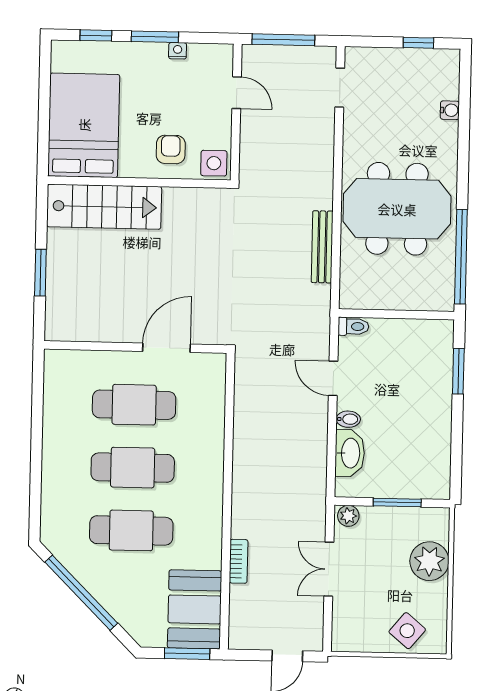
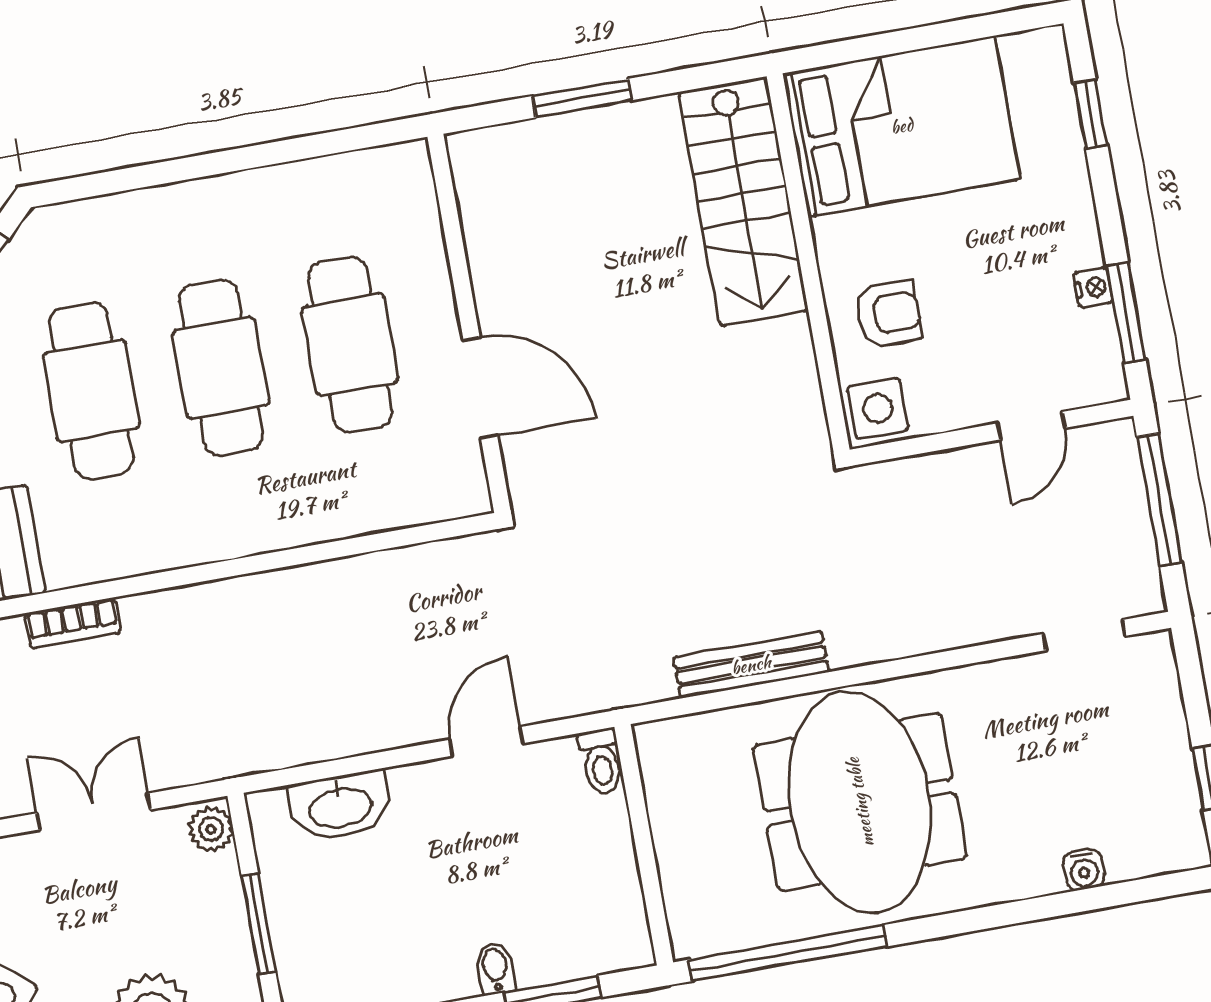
window: (155, 37) -> (1126, 313), moved
bidet: (348, 419) -> (495, 968), moved, turned 180

